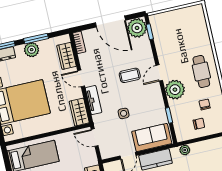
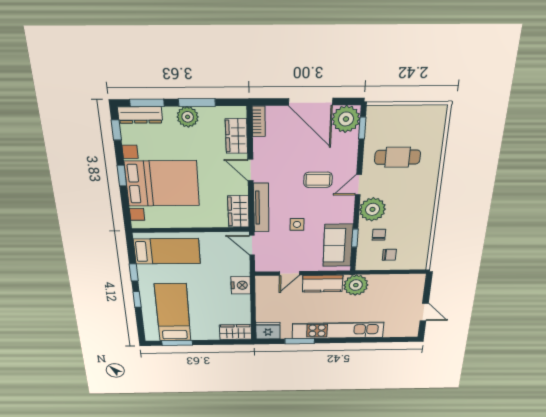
cafe table: (201, 72) -> (397, 157), moved, turned 90
tv unit: (93, 100) -> (261, 208), width x1.41
chair: (205, 104) -> (379, 235), moved
sofa: (152, 138) -> (338, 245), moved, turned -90
plant: (185, 150) -> (356, 285), width x1.87, depth x1.87

